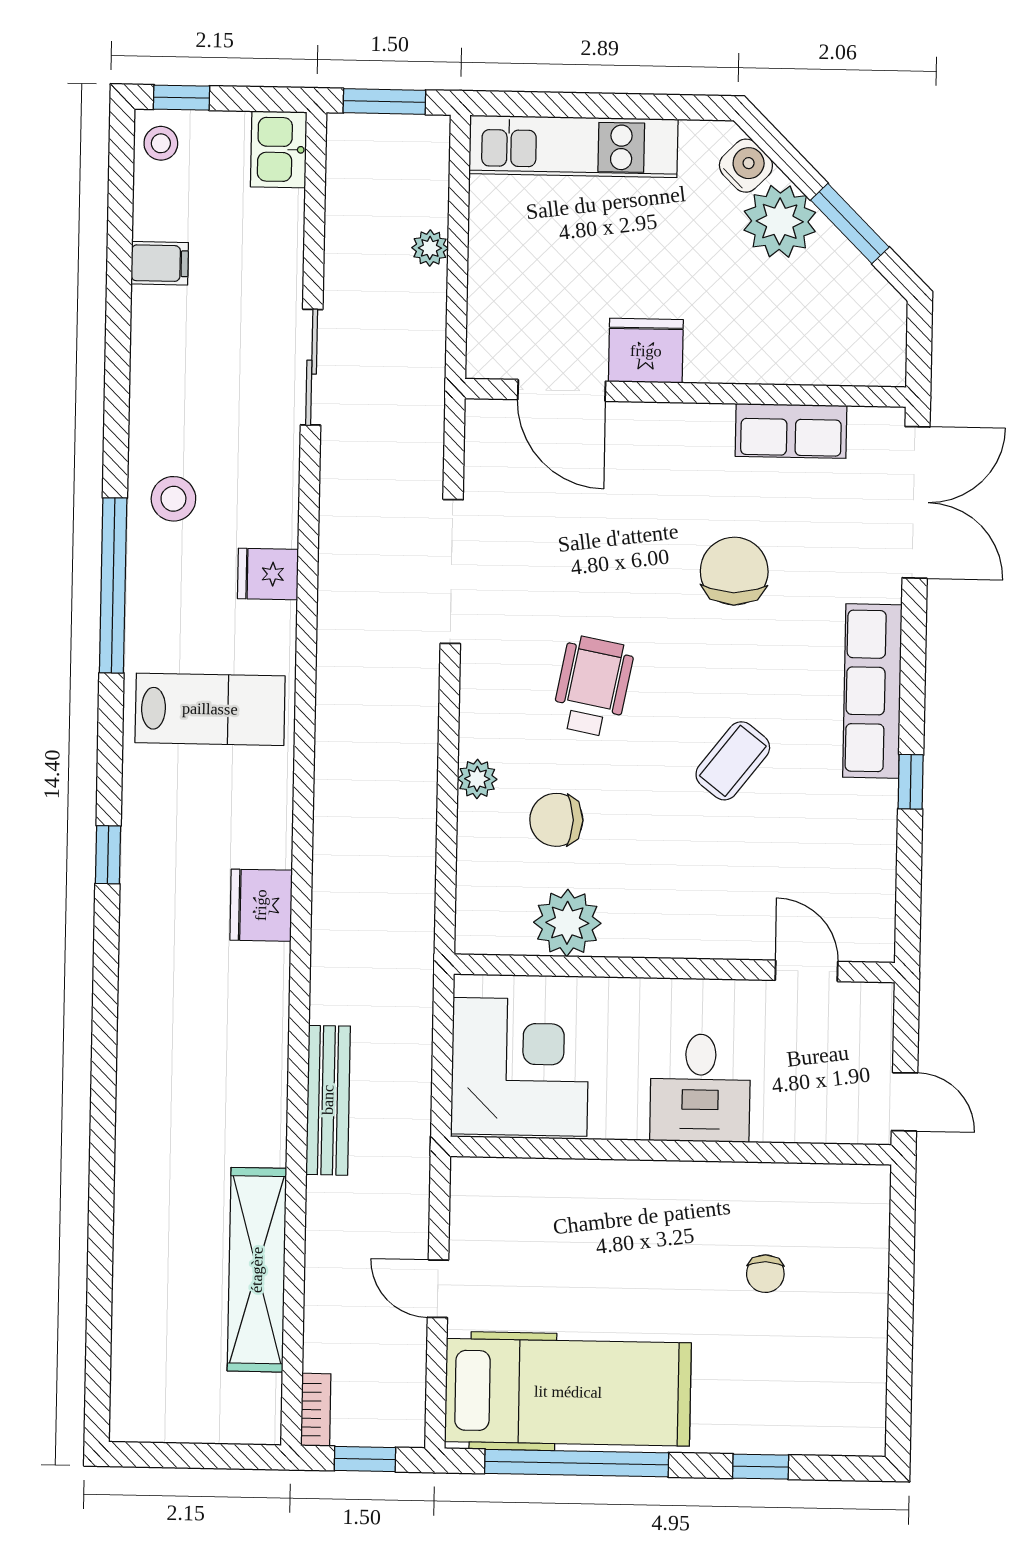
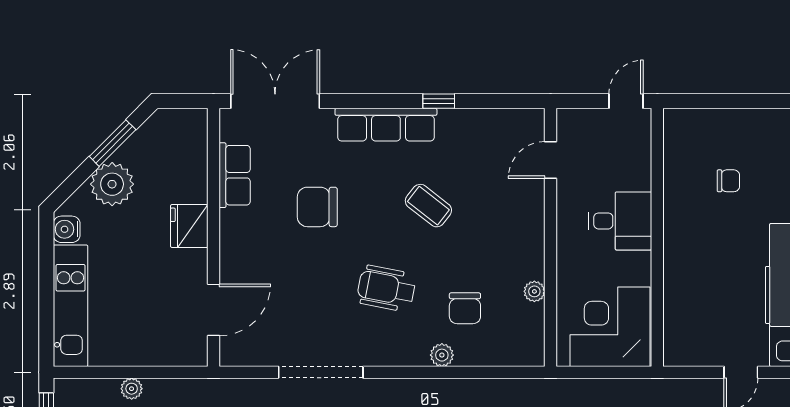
water cooler: (746, 166) -> (67, 229), moved, turned -45
fridge: (646, 351) -> (189, 226), moved
plant: (567, 923) -> (534, 291), width x0.53, depth x0.53

